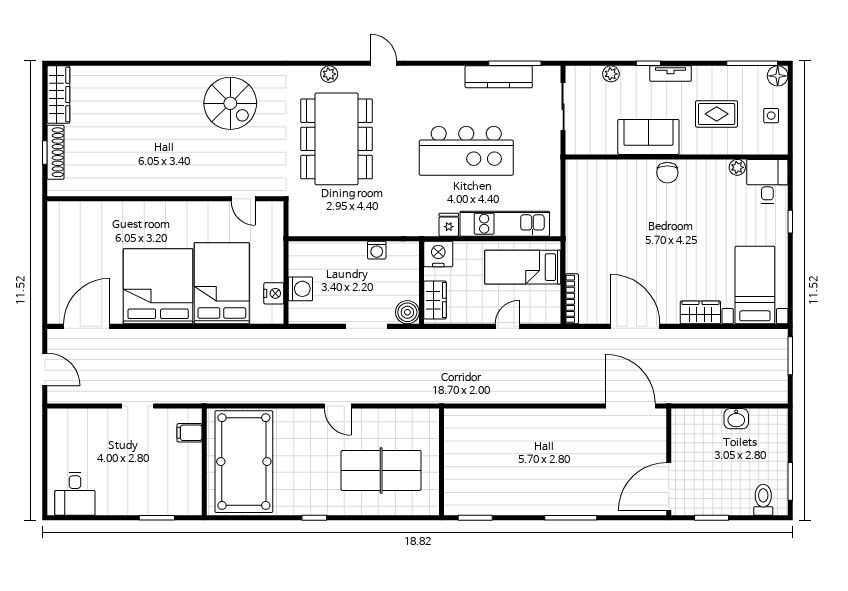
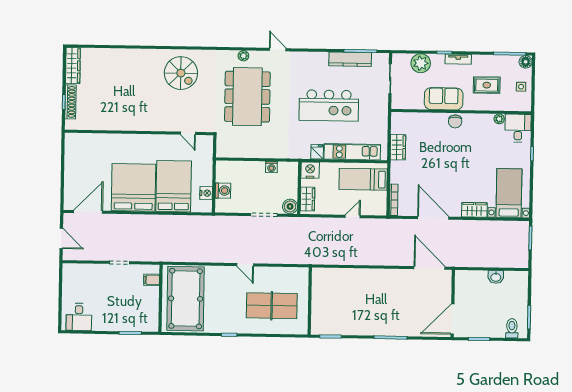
plant: (611, 74) -> (421, 63), width x1.87, depth x1.87
wardrobe: (577, 215) -> (398, 147), added

